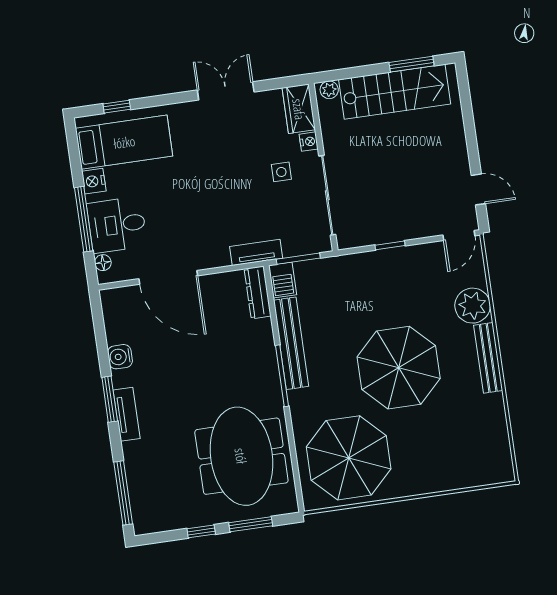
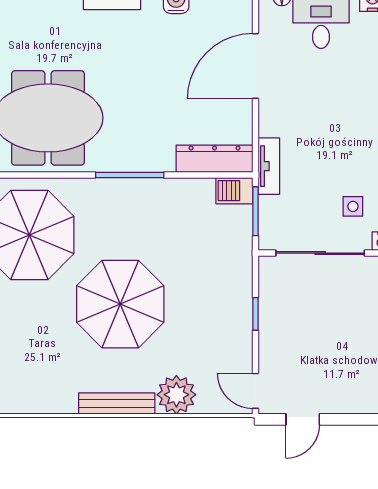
dresser: (258, 292) -> (214, 159), width x1.37, depth x1.24
bench: (291, 343) -> (164, 190), removed

